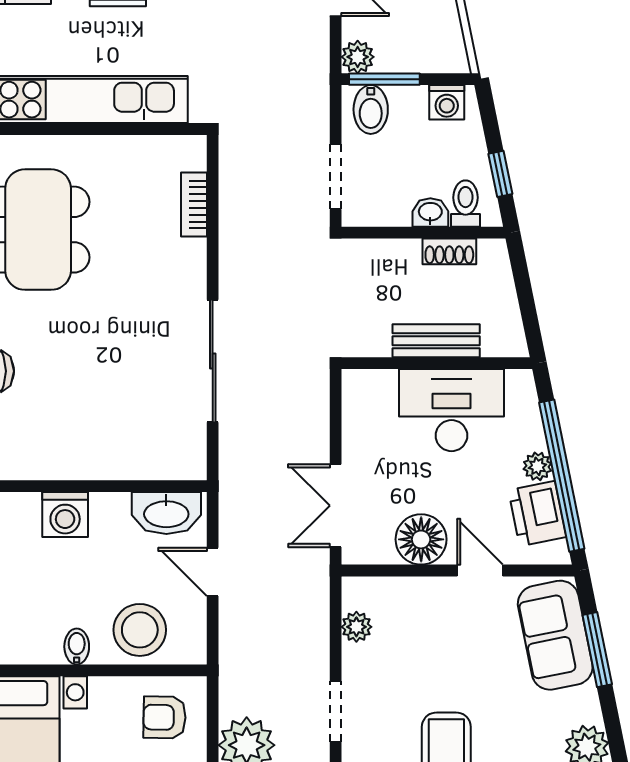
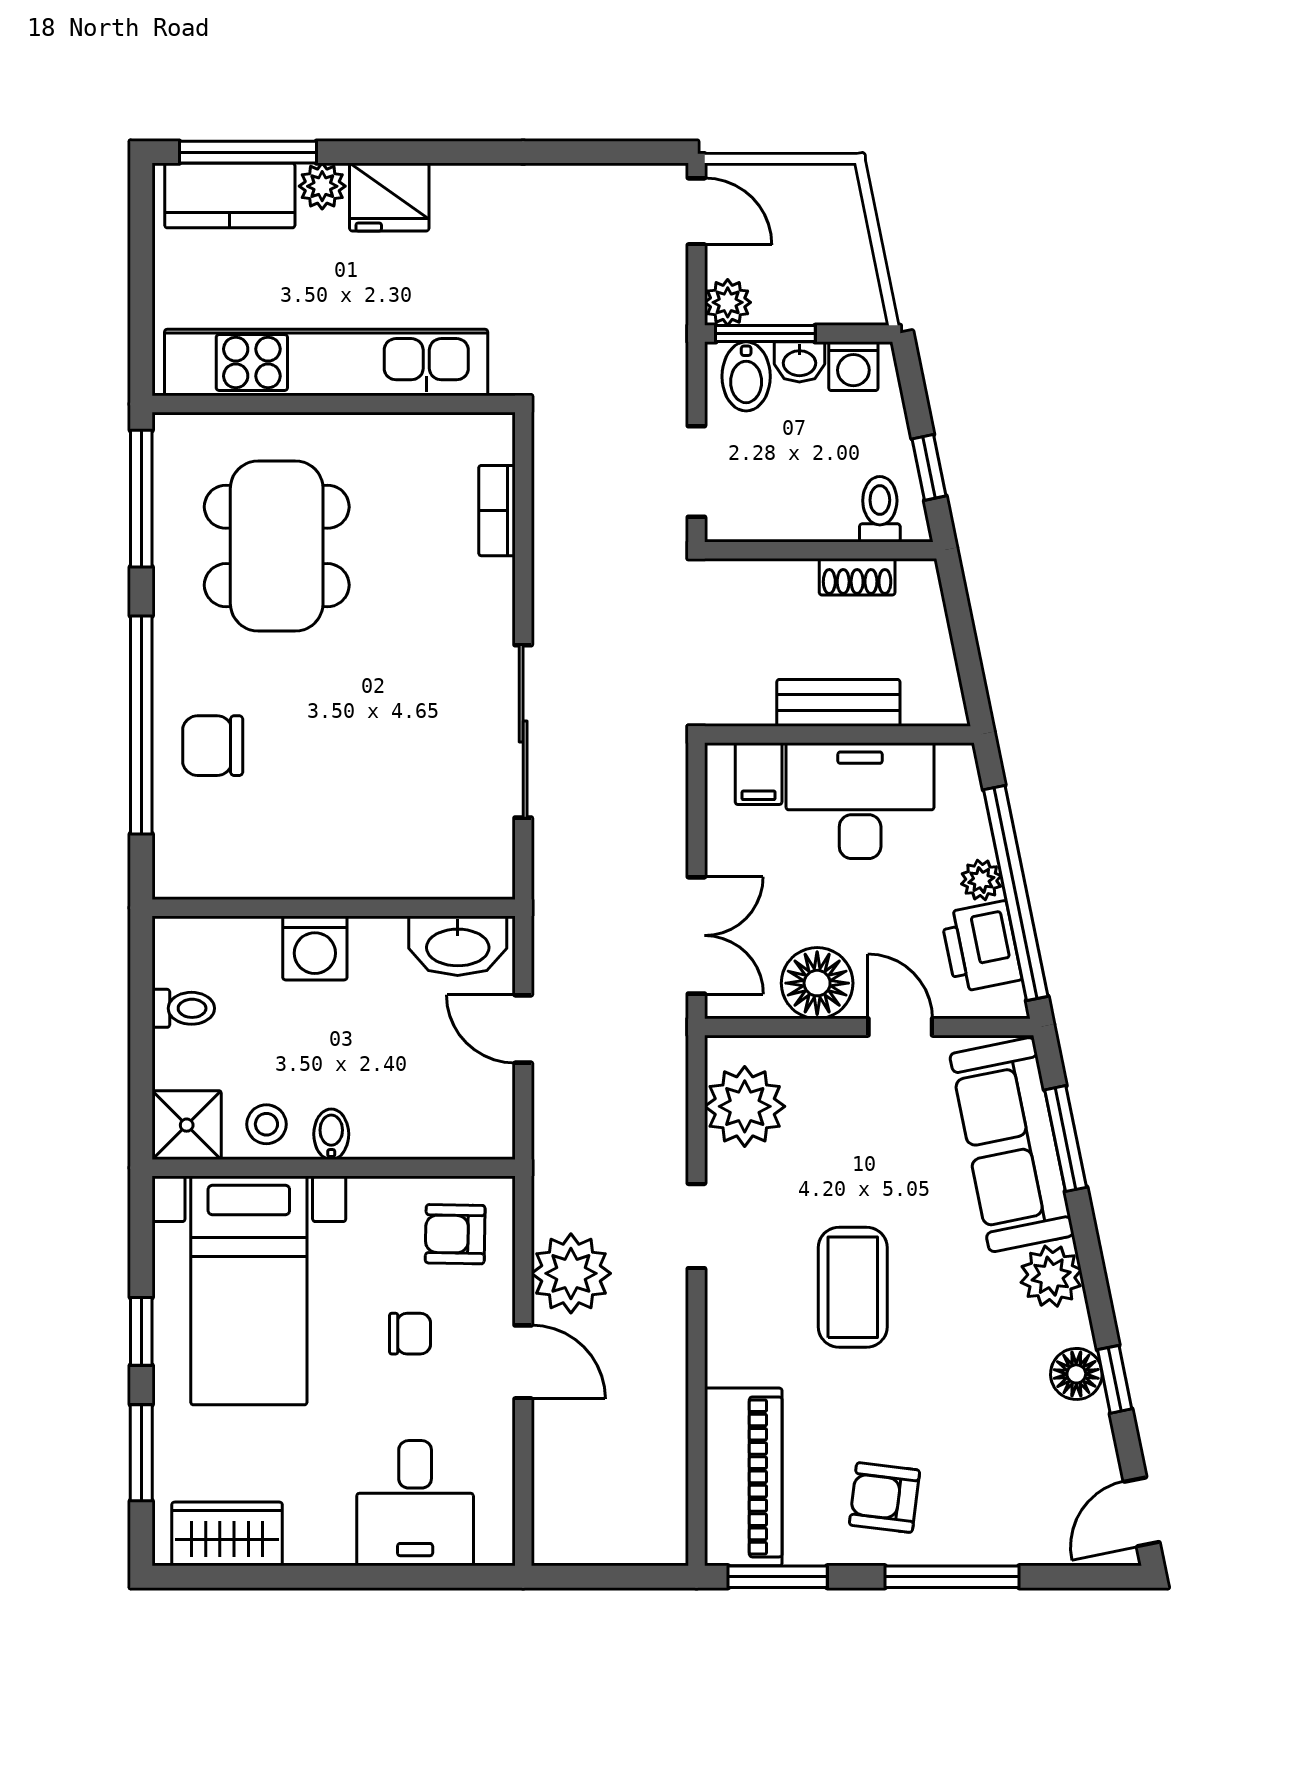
washbasin: (430, 213) -> (799, 362), moved, turned 180
filing cabinet: (380, 391) -> (759, 774), added
double door: (336, 506) -> (696, 935), swing flipped
plant: (356, 627) -> (745, 1106), width x1.88, depth x1.88
stool: (140, 630) -> (266, 1124), moved, width x0.53, depth x0.53
sofa: (555, 635) -> (1012, 1145), width x1.36

